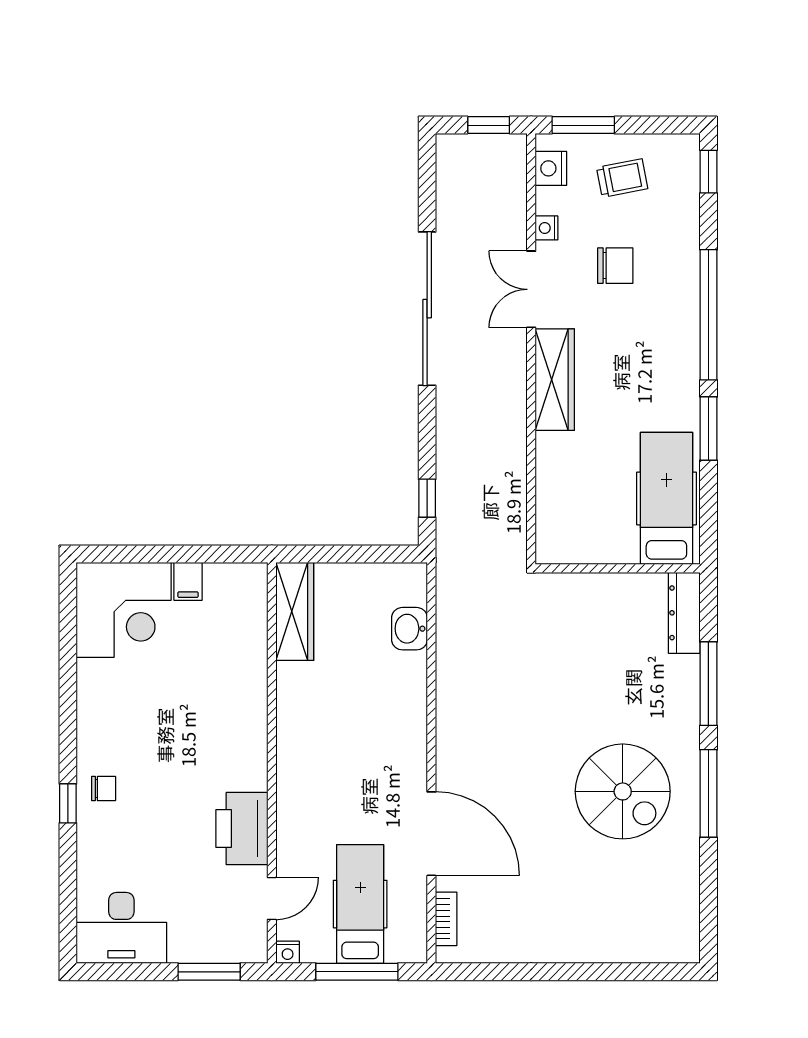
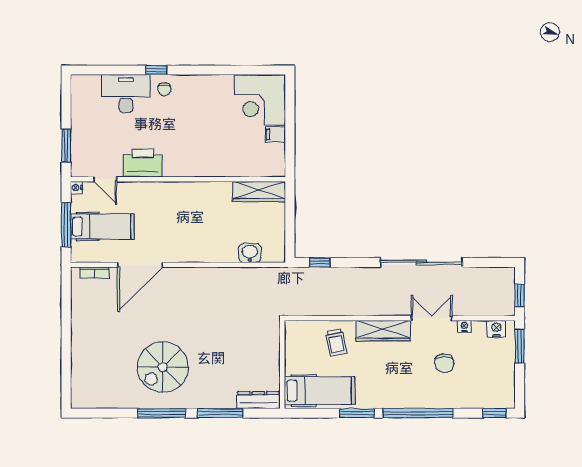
trolley: (622, 178) -> (336, 342), moved
desk: (121, 928) -> (126, 93), moved, turned 90

